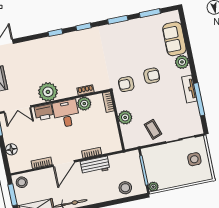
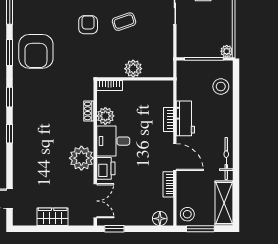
armchair: (126, 84) -> (36, 51), moved, width x1.88, depth x1.88
coffee table: (153, 129) -> (124, 22), moved
floor lamp: (11, 149) -> (160, 219), moved

